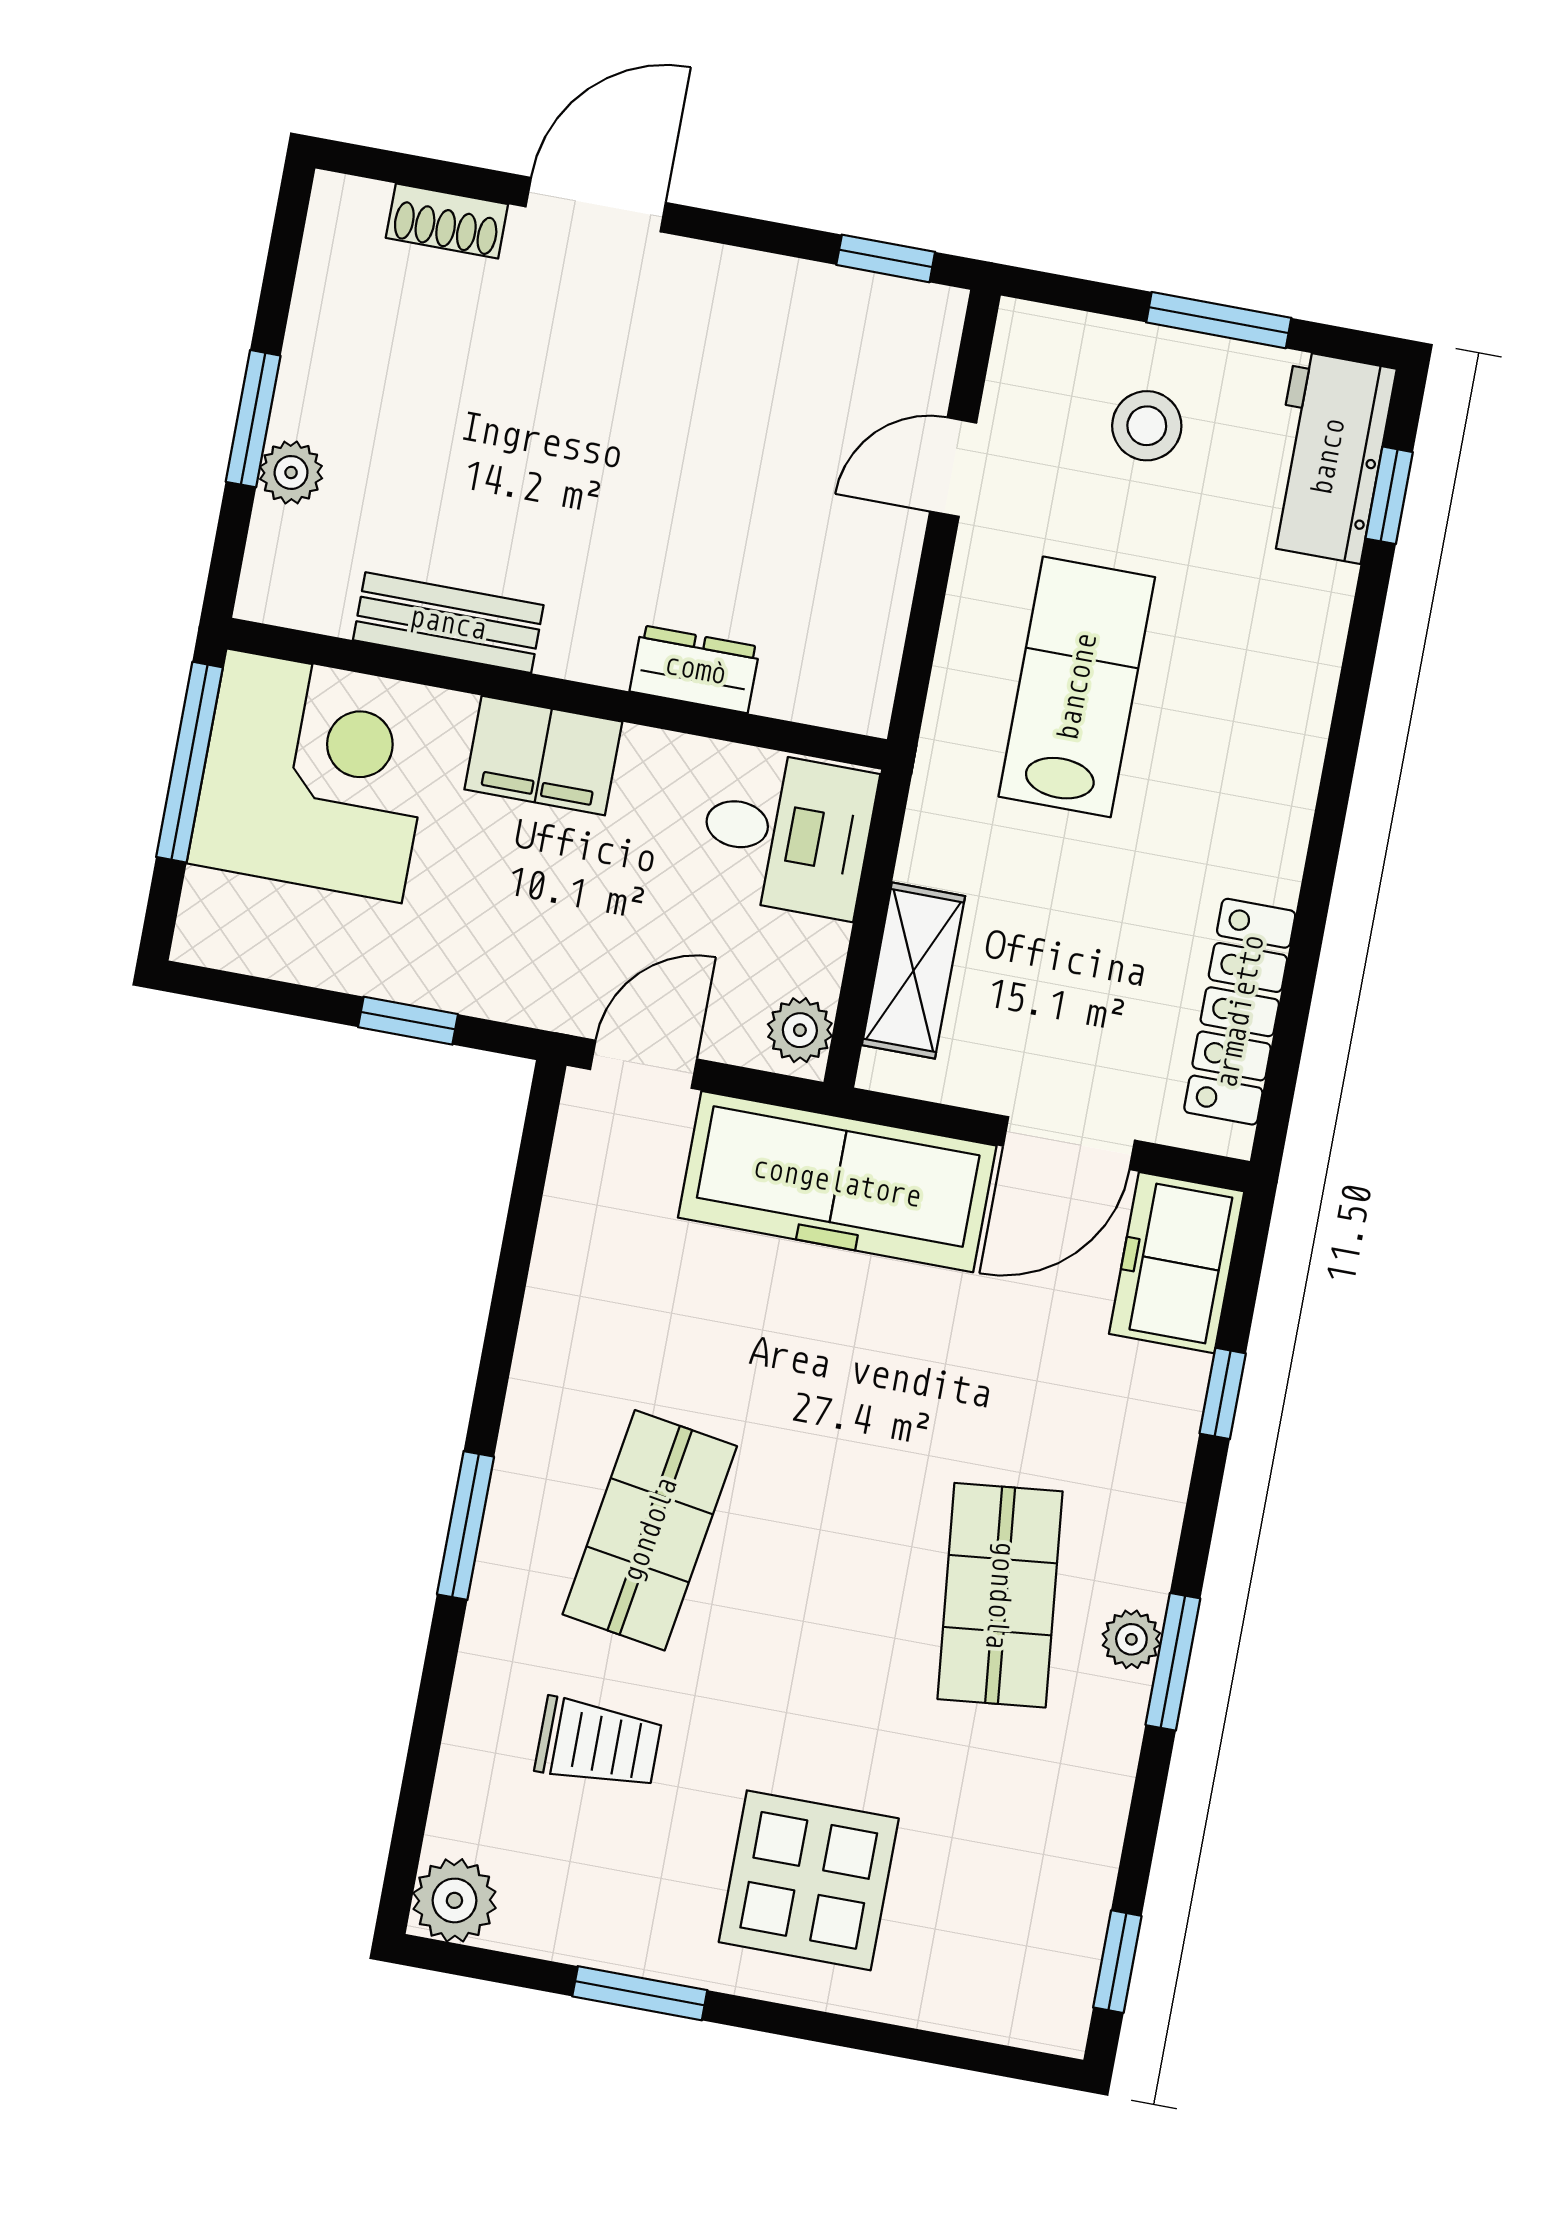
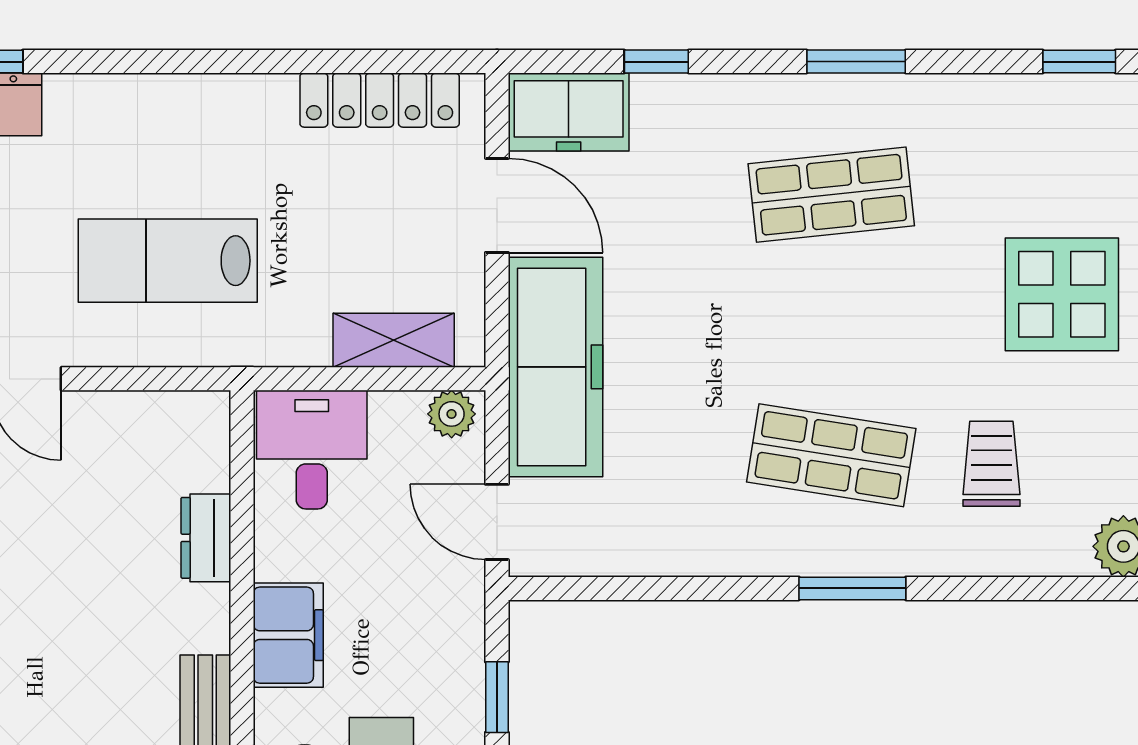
plant: (1131, 1639) -> (845, 94), removed

